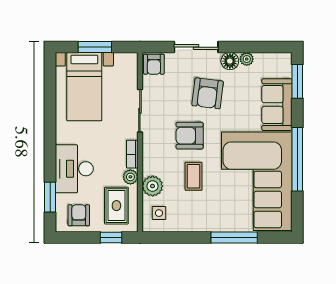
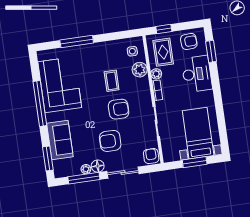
window: (251, 47) -> (84, 178), added
armchair: (208, 93) -> (110, 141), turned -97
corner sofa: (257, 181) -> (60, 85), width x0.73, depth x0.74
armchair: (79, 215) -> (189, 41), turned -93

